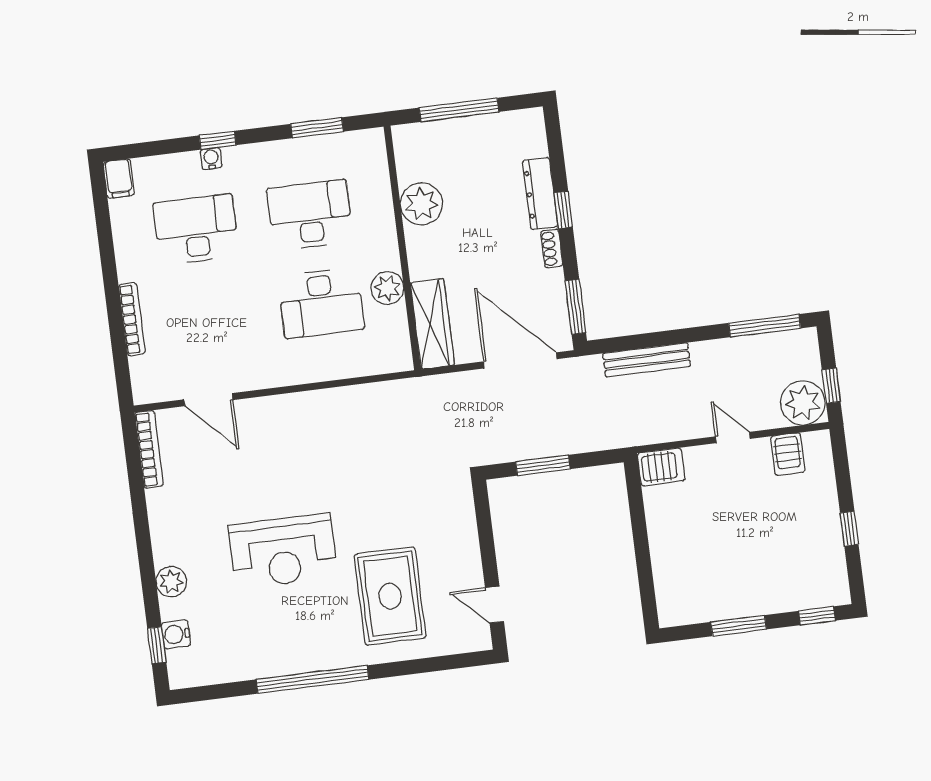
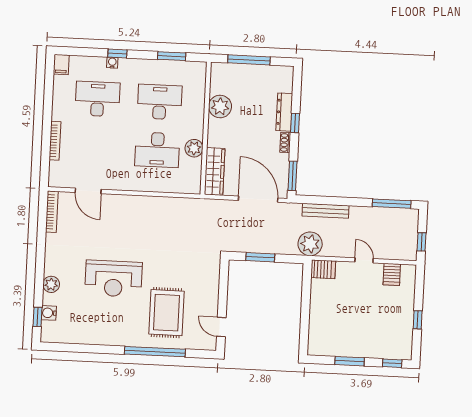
plant: (803, 403) -> (310, 244), moved
window: (312, 679) -> (155, 352), moved

